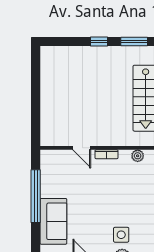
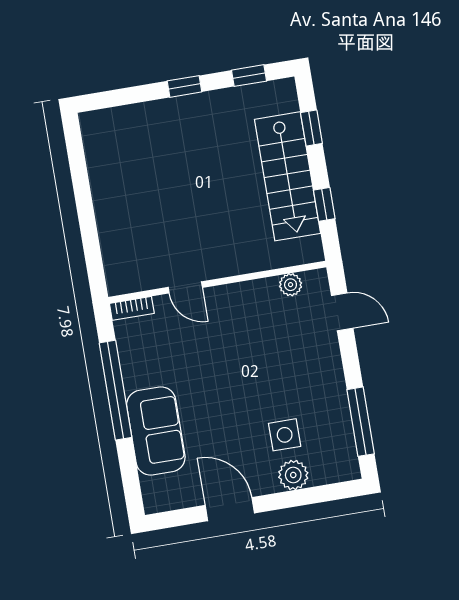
window: (134, 41) -> (249, 76), width x0.67
bookcase: (106, 154) -> (132, 308), moved

